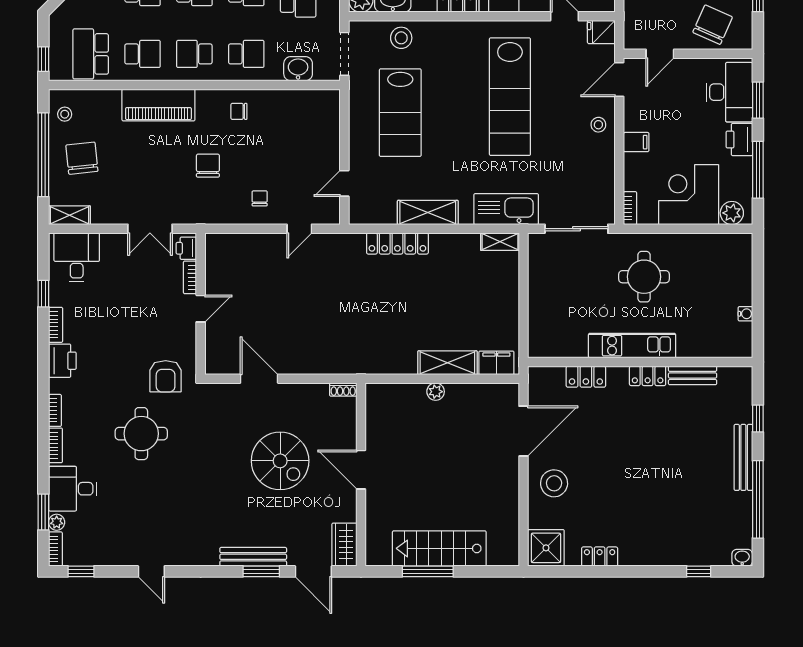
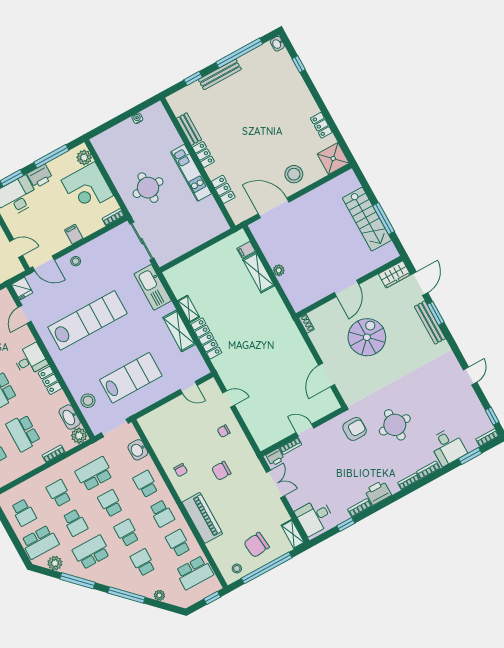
shelving: (500, 242) -> (189, 309), moved
filing cabinet: (496, 363) -> (246, 250), width x0.50
plant: (57, 522) -> (472, 445), removed

